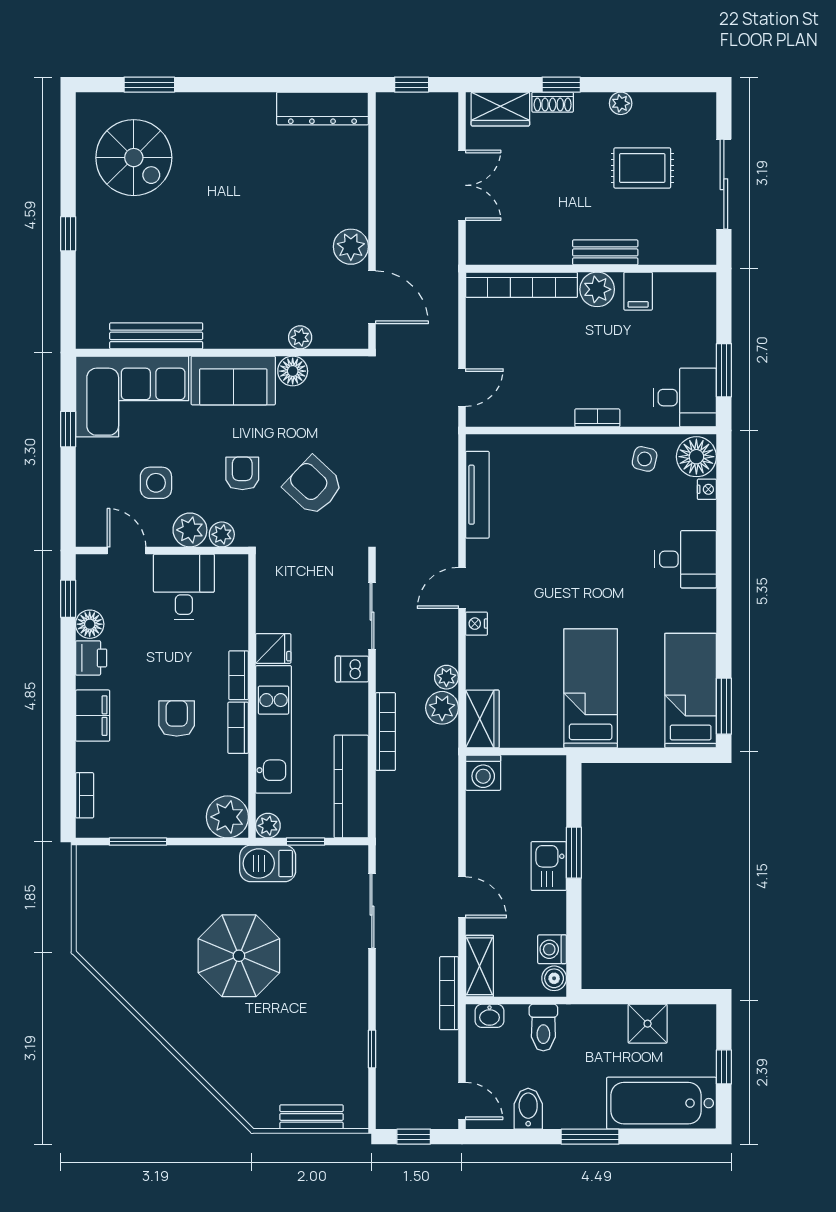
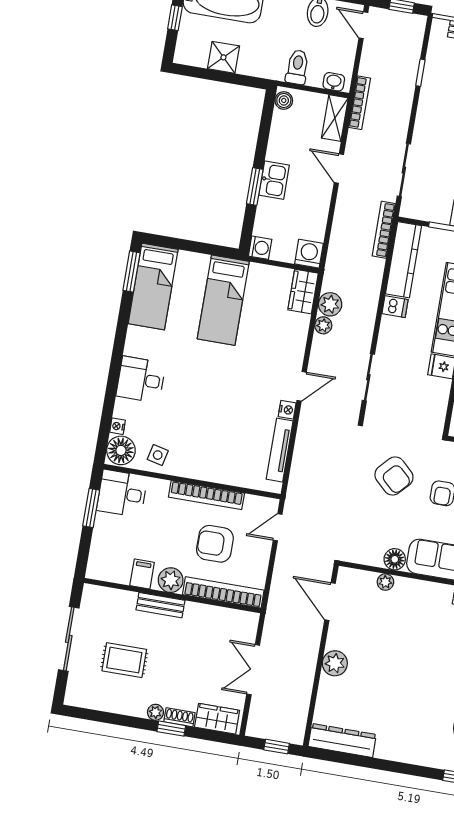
plant: (621, 103) -> (155, 712), moved
plant: (351, 247) -> (335, 663), moved
armchair: (545, 350) -> (215, 544), added
bookcase: (597, 418) -> (206, 495), width x2.31, depth x1.31
nightstand: (477, 624) -> (287, 410), moved
dishwasher: (352, 669) -> (395, 307), moved
bookcase: (386, 732) -> (384, 230), moved
washing machine: (552, 949) -> (260, 248), moved

